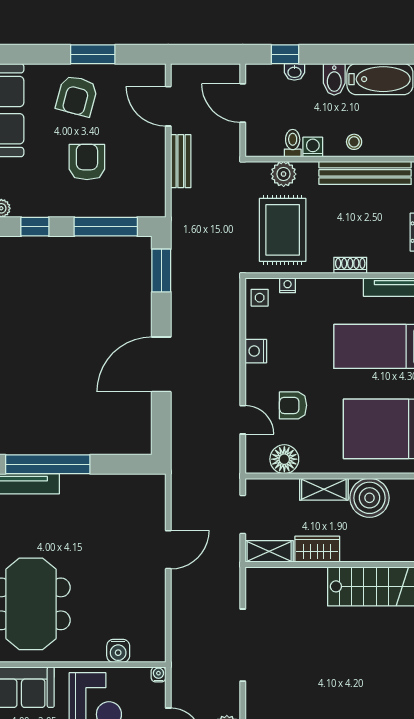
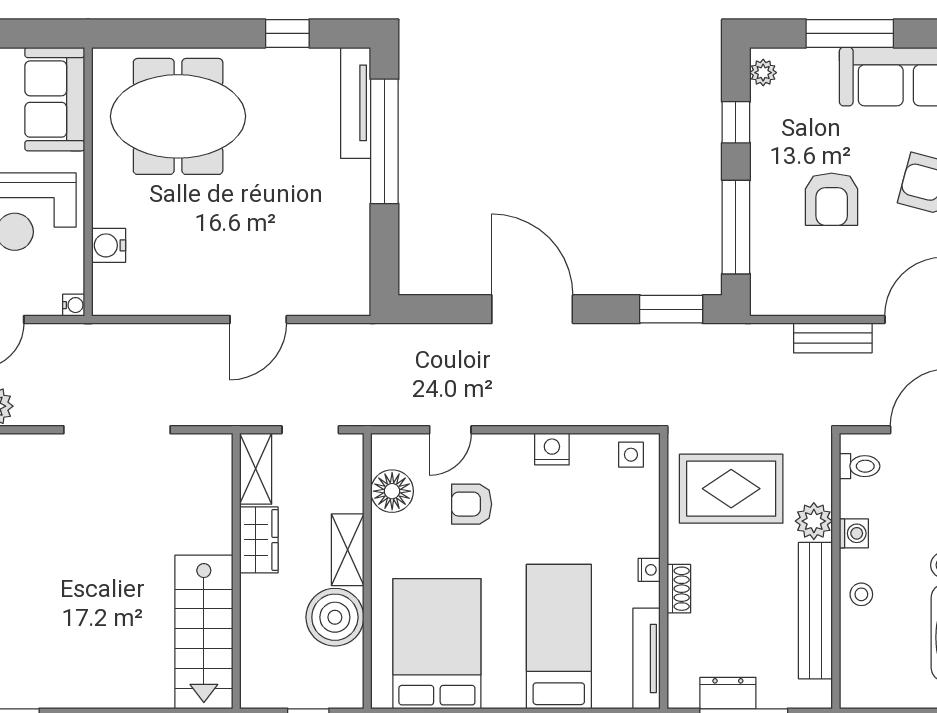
toilet: (293, 143) -> (860, 466), moved
armchair: (87, 162) -> (832, 199), turned 90
plant: (284, 174) -> (814, 521), moved
nightstand: (288, 285) -> (649, 570), moved
armchair: (293, 405) -> (472, 504), turned -90
door: (168, 550) -> (258, 319), hinge flipped

